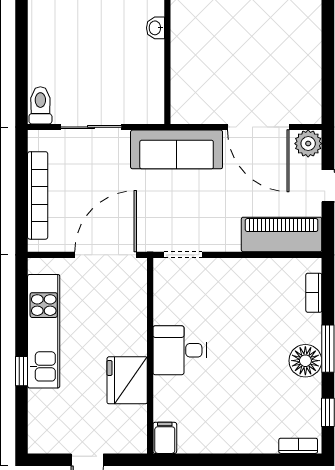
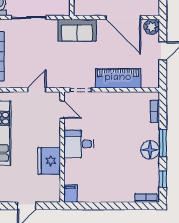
sofa: (177, 149) -> (77, 30), width x0.73
piano: (282, 234) -> (118, 78), moved
door: (106, 255) -> (37, 90), width x0.53
door: (150, 290) -> (62, 110), added

